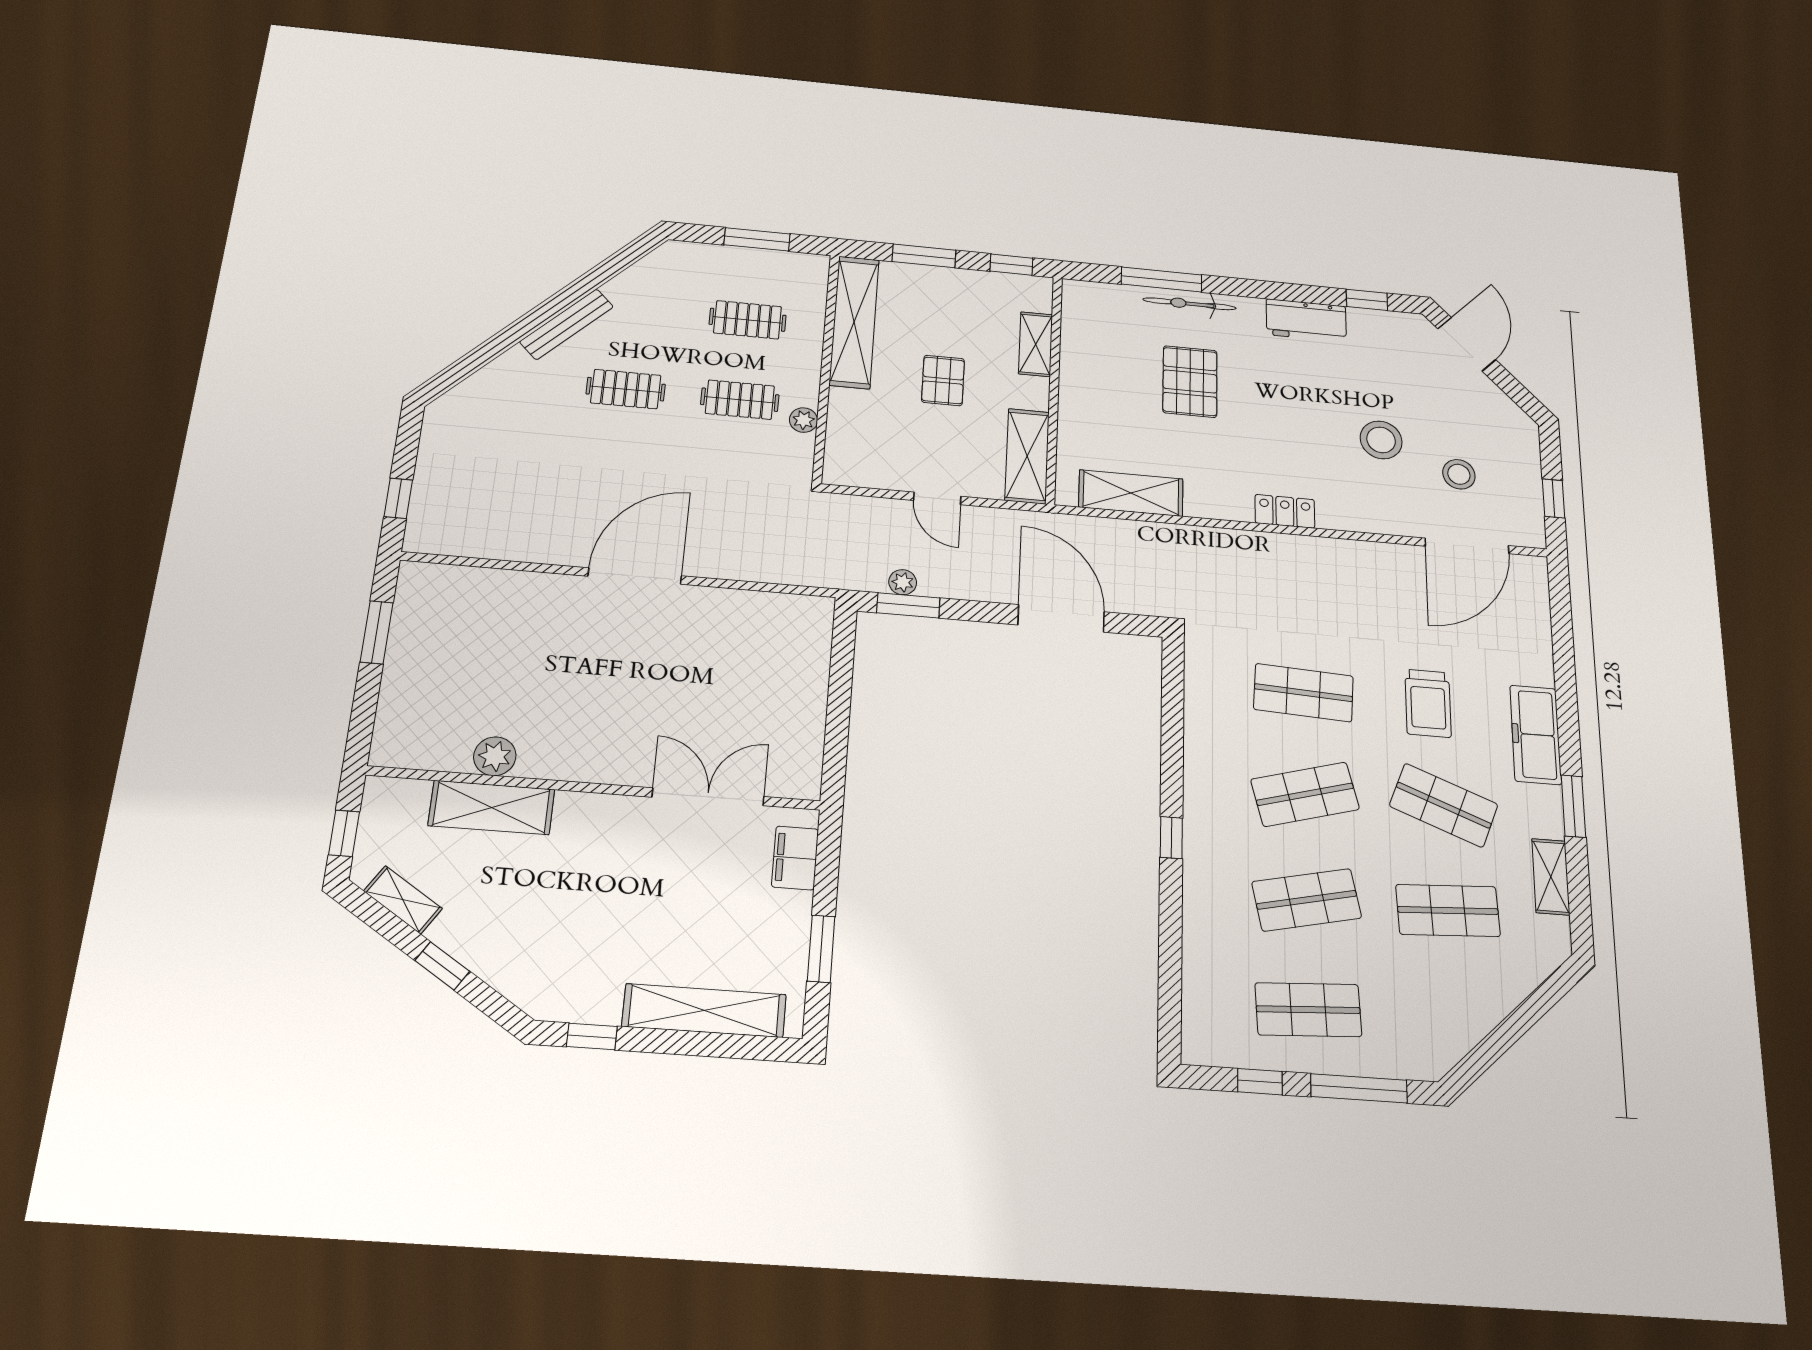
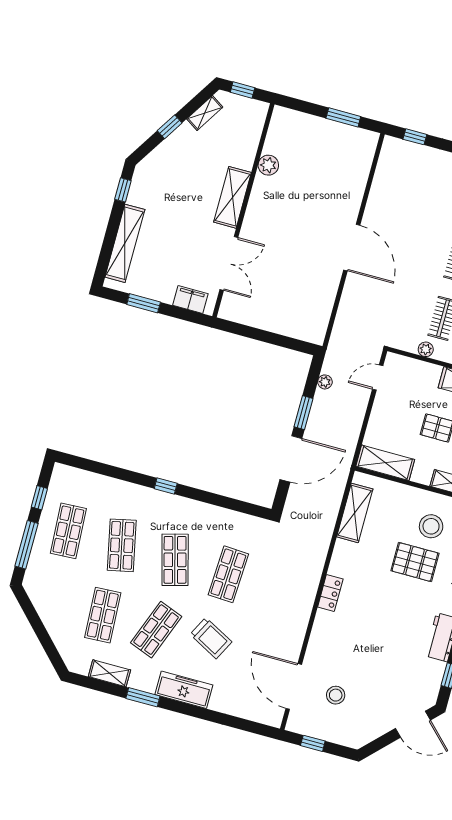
stool: (1381, 440) -> (431, 526), moved
door: (937, 498) -> (378, 378), moved
window: (908, 605) -> (303, 413), moved
trolley: (1428, 703) -> (211, 638), turned -152
shelving: (491, 807) -> (233, 197), moved

